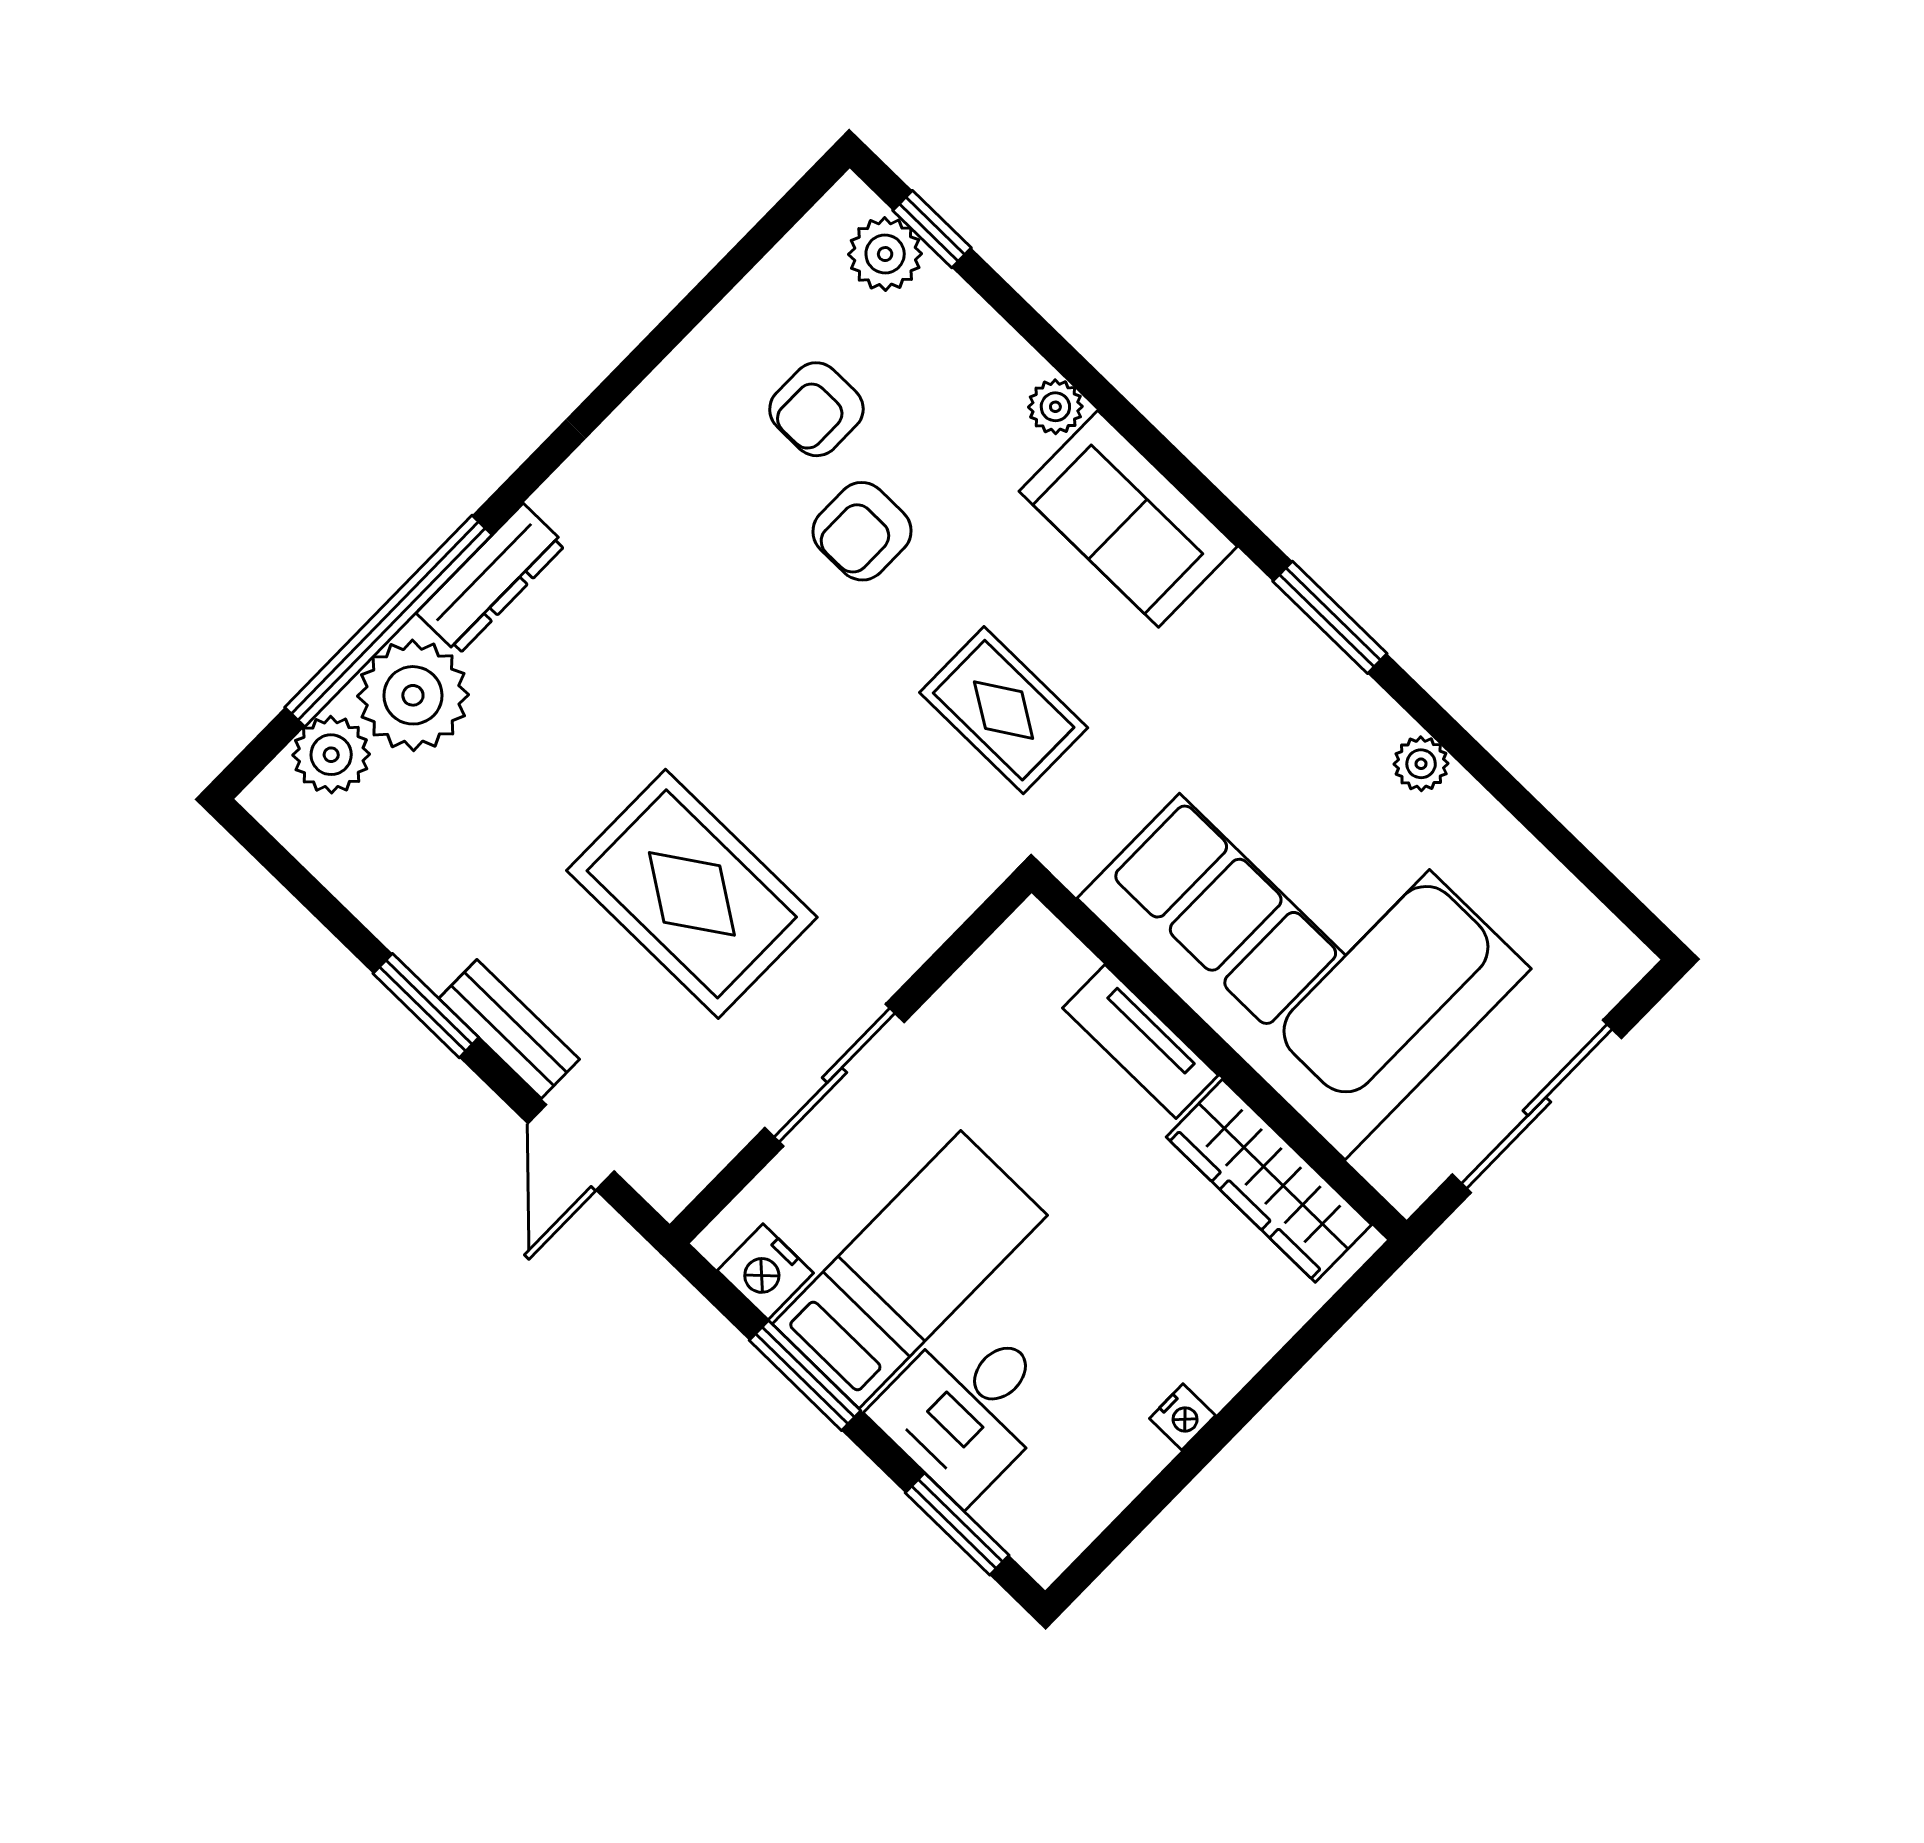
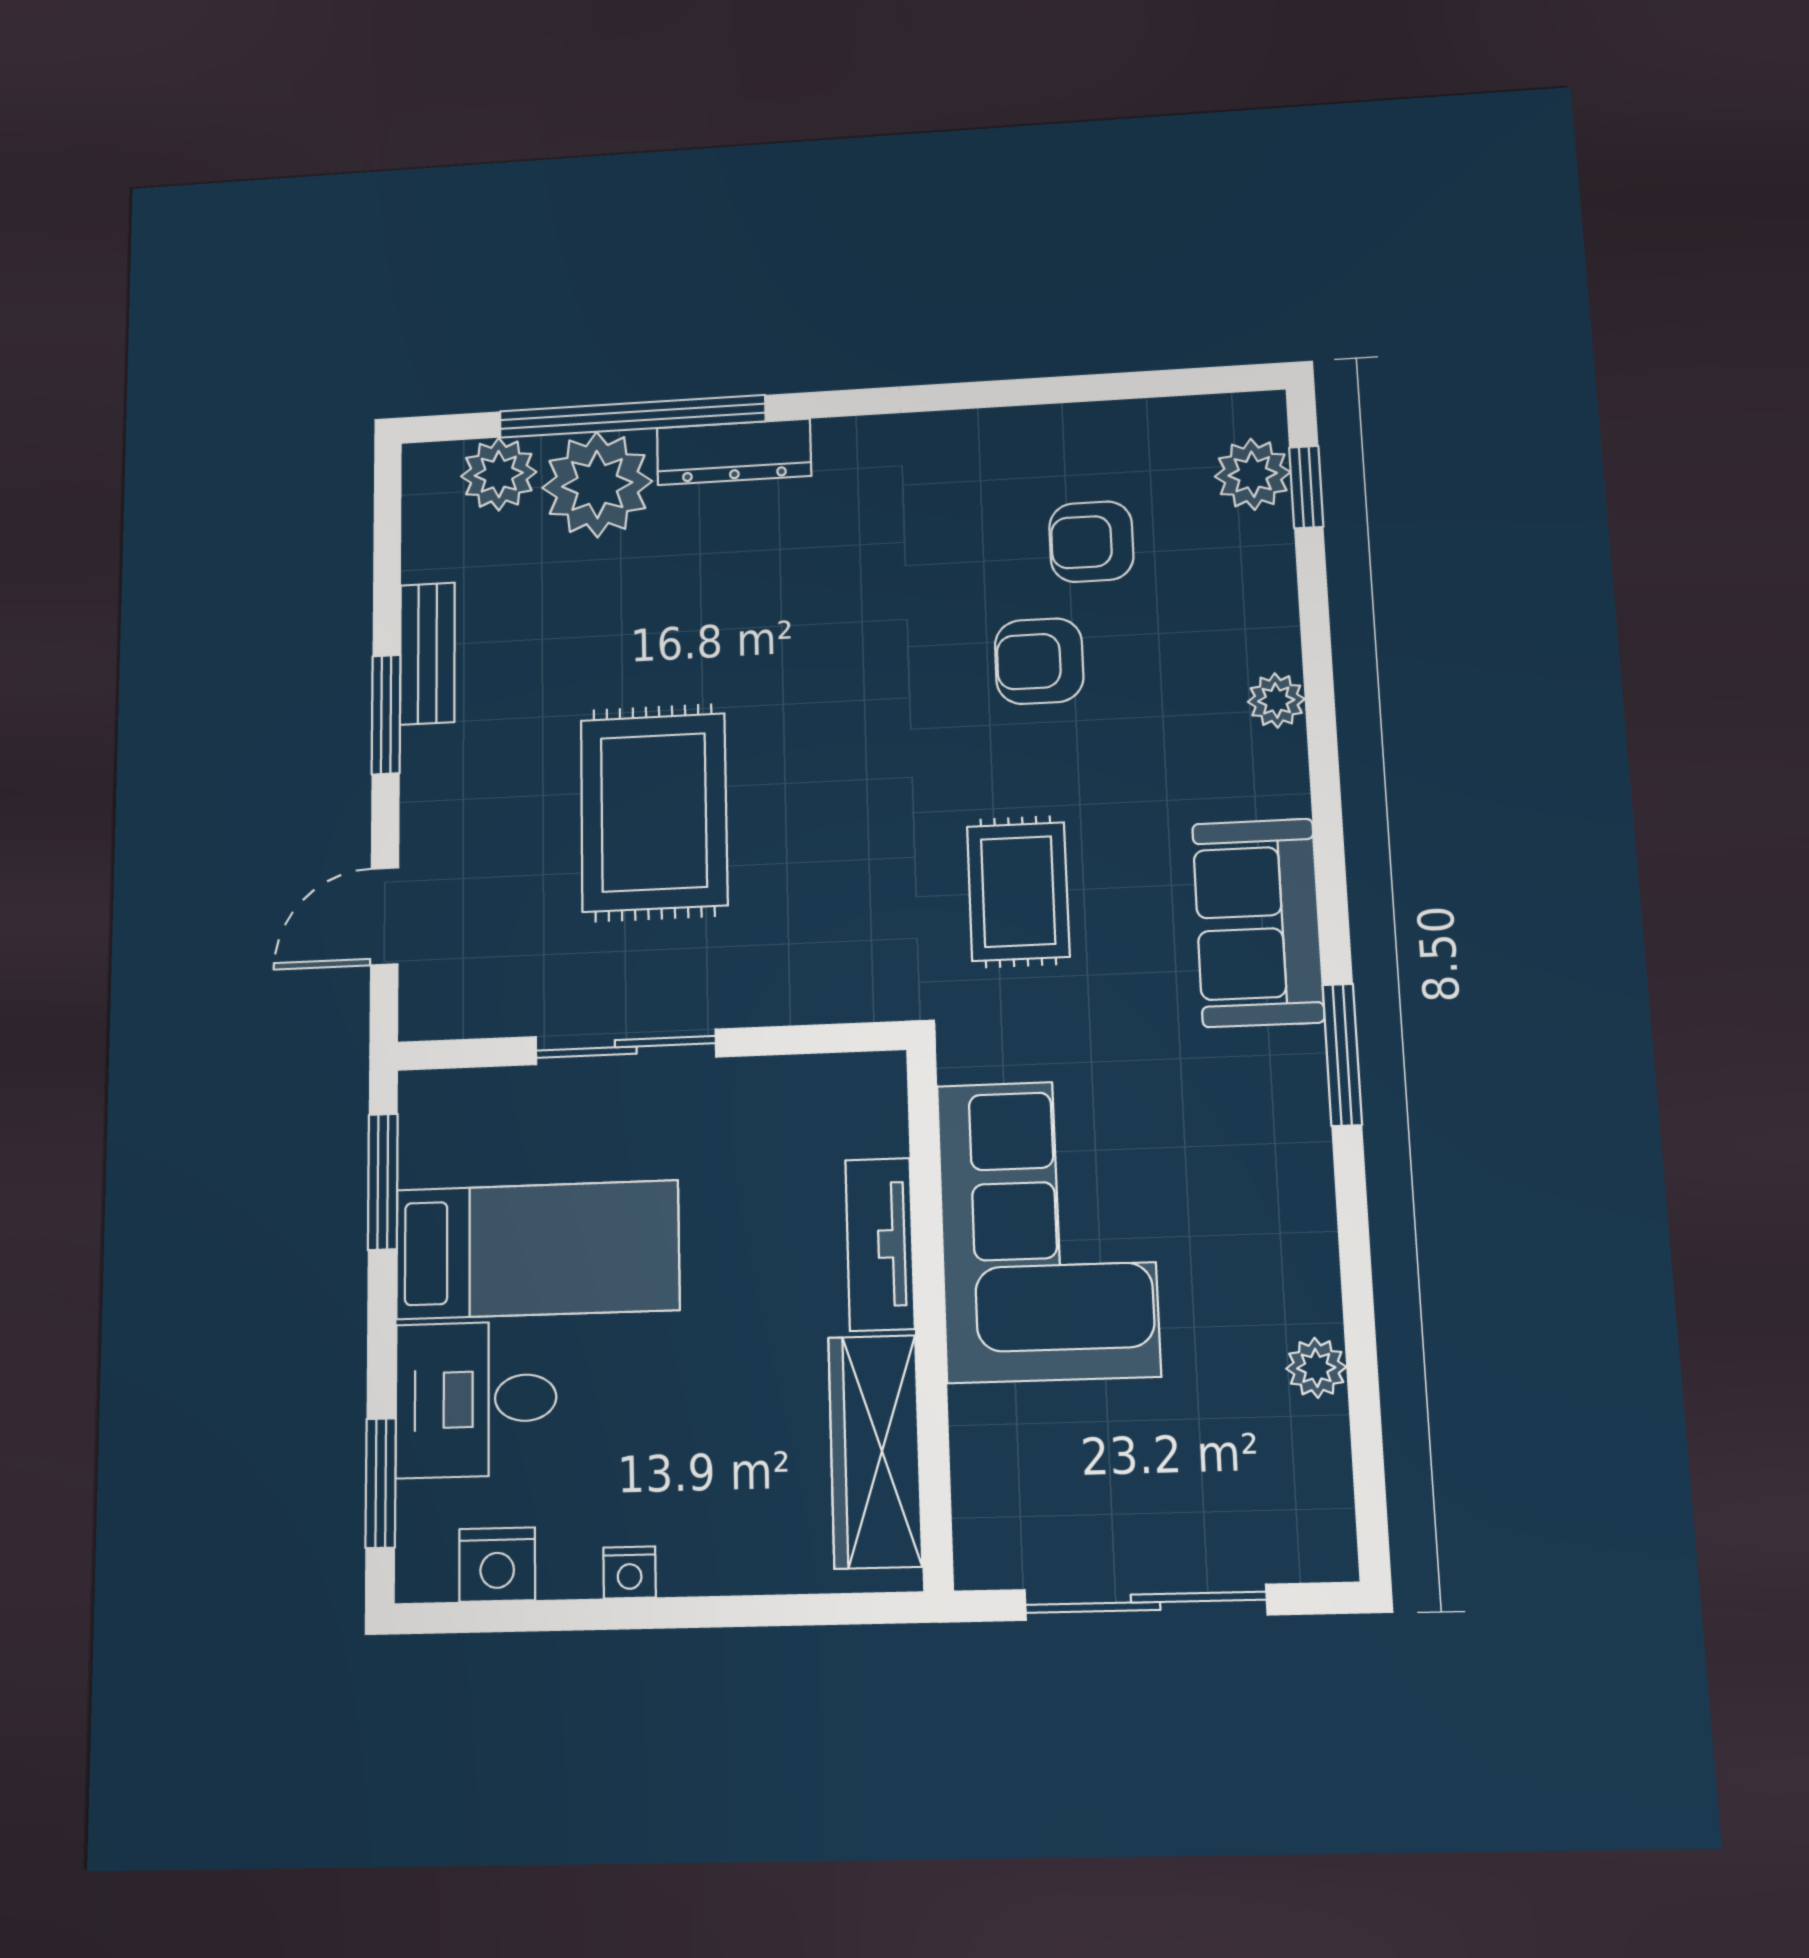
sofa: (1128, 519) -> (1258, 923), moved
plant: (1421, 764) -> (1316, 1368), moved
corner sofa: (1304, 934) -> (1048, 1230), width x0.73, depth x0.74
bench: (509, 1029) -> (427, 653), moved
nightstand: (765, 1272) -> (497, 1565), moved, turned -90
window: (805, 1375) -> (383, 1182), moved

